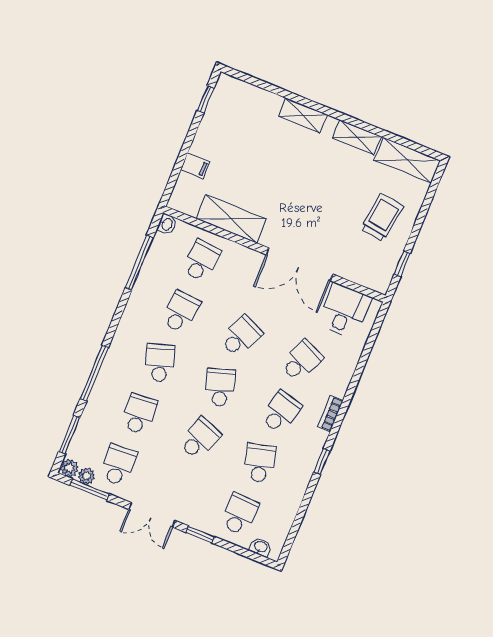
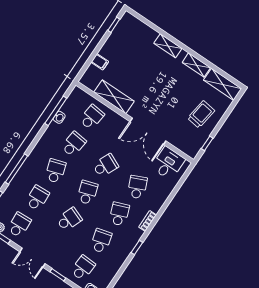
washbasin: (167, 224) -> (59, 117), moved
school desk: (301, 361) -> (137, 187), turned -48
school desk: (281, 412) -> (119, 214), turned -36

